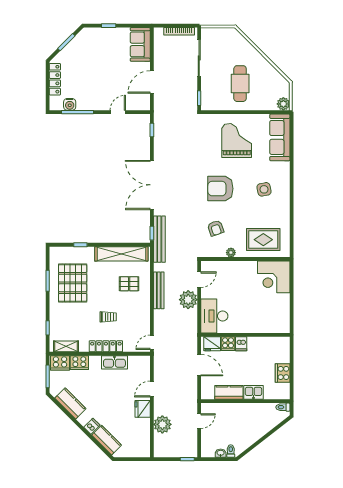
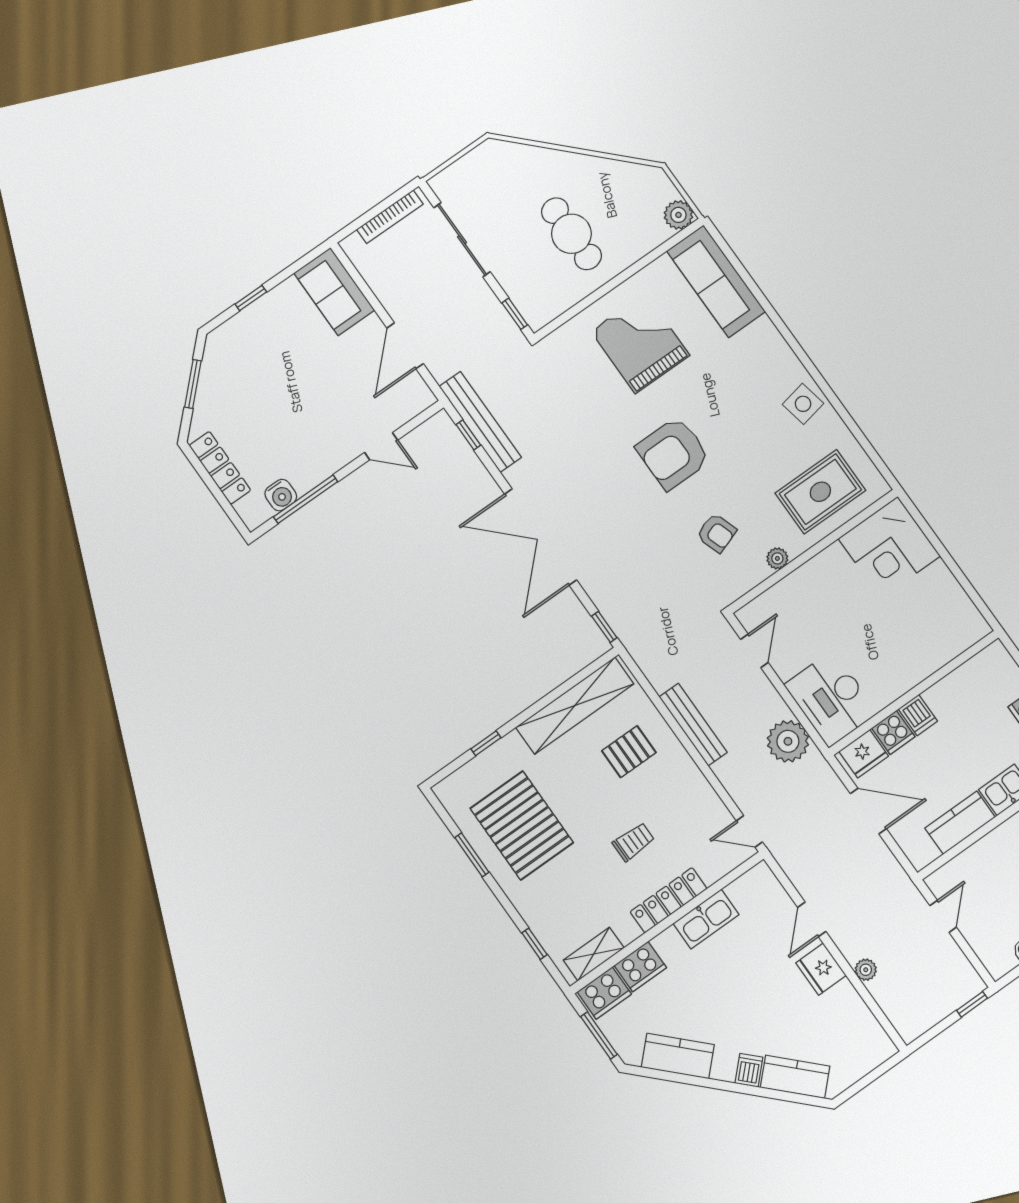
door: (118, 112) -> (381, 446), swing flipped
side table: (264, 189) -> (803, 404), moved
bench: (159, 239) -> (480, 422), moved
plant: (188, 300) -> (788, 741), moved
door: (152, 342) -> (749, 831), hinge flipped
plant: (162, 424) -> (866, 970), width x0.53, depth x0.53

